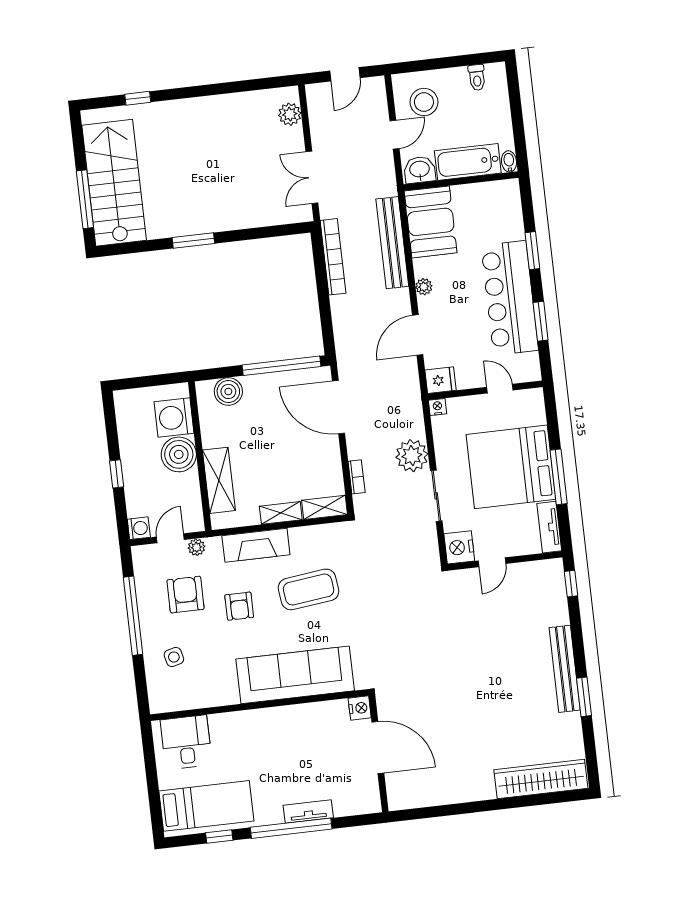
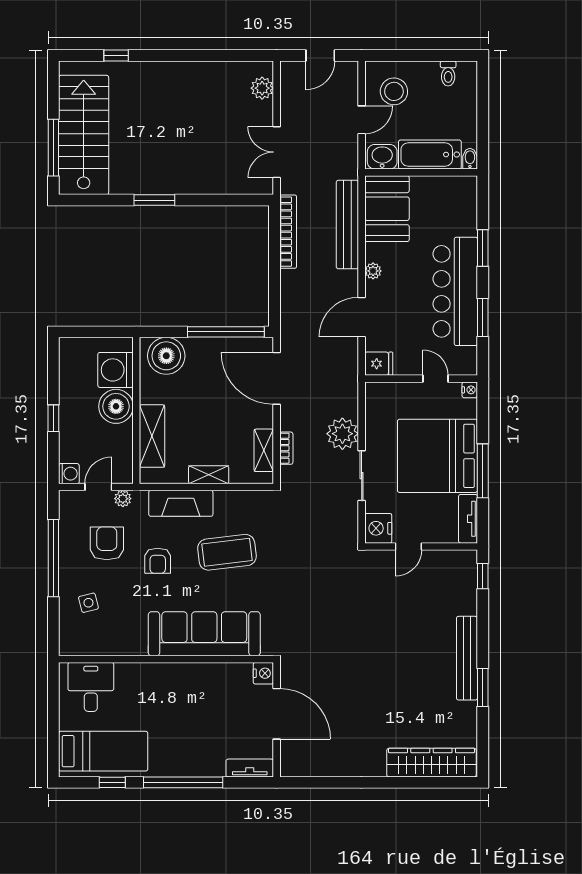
boiler: (228, 391) -> (166, 356), width x1.37, depth x1.37
nightstand: (438, 407) -> (470, 390), moved, turned 90
shelving: (325, 507) -> (264, 450), moved, turned 90
tv unit: (308, 811) -> (250, 768), moved

